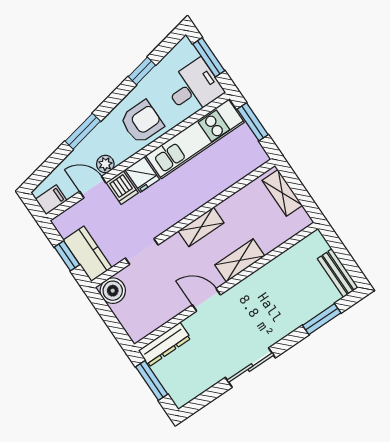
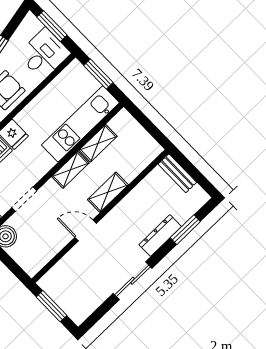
kitchen unit: (195, 139) -> (80, 124), moved, turned 180
shelving: (282, 193) -> (98, 143), moved, turned 90
bench: (338, 273) -> (177, 173), moved
dresser: (165, 344) -> (160, 236), moved, turned 180

